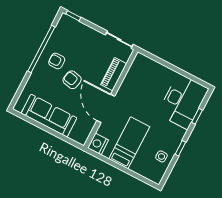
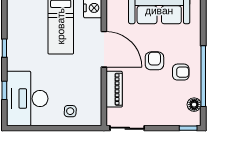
floor lamp: (59, 31) -> (194, 105), added
armchair: (72, 80) -> (154, 61), turned -102
side table: (161, 156) -> (70, 111), moved

